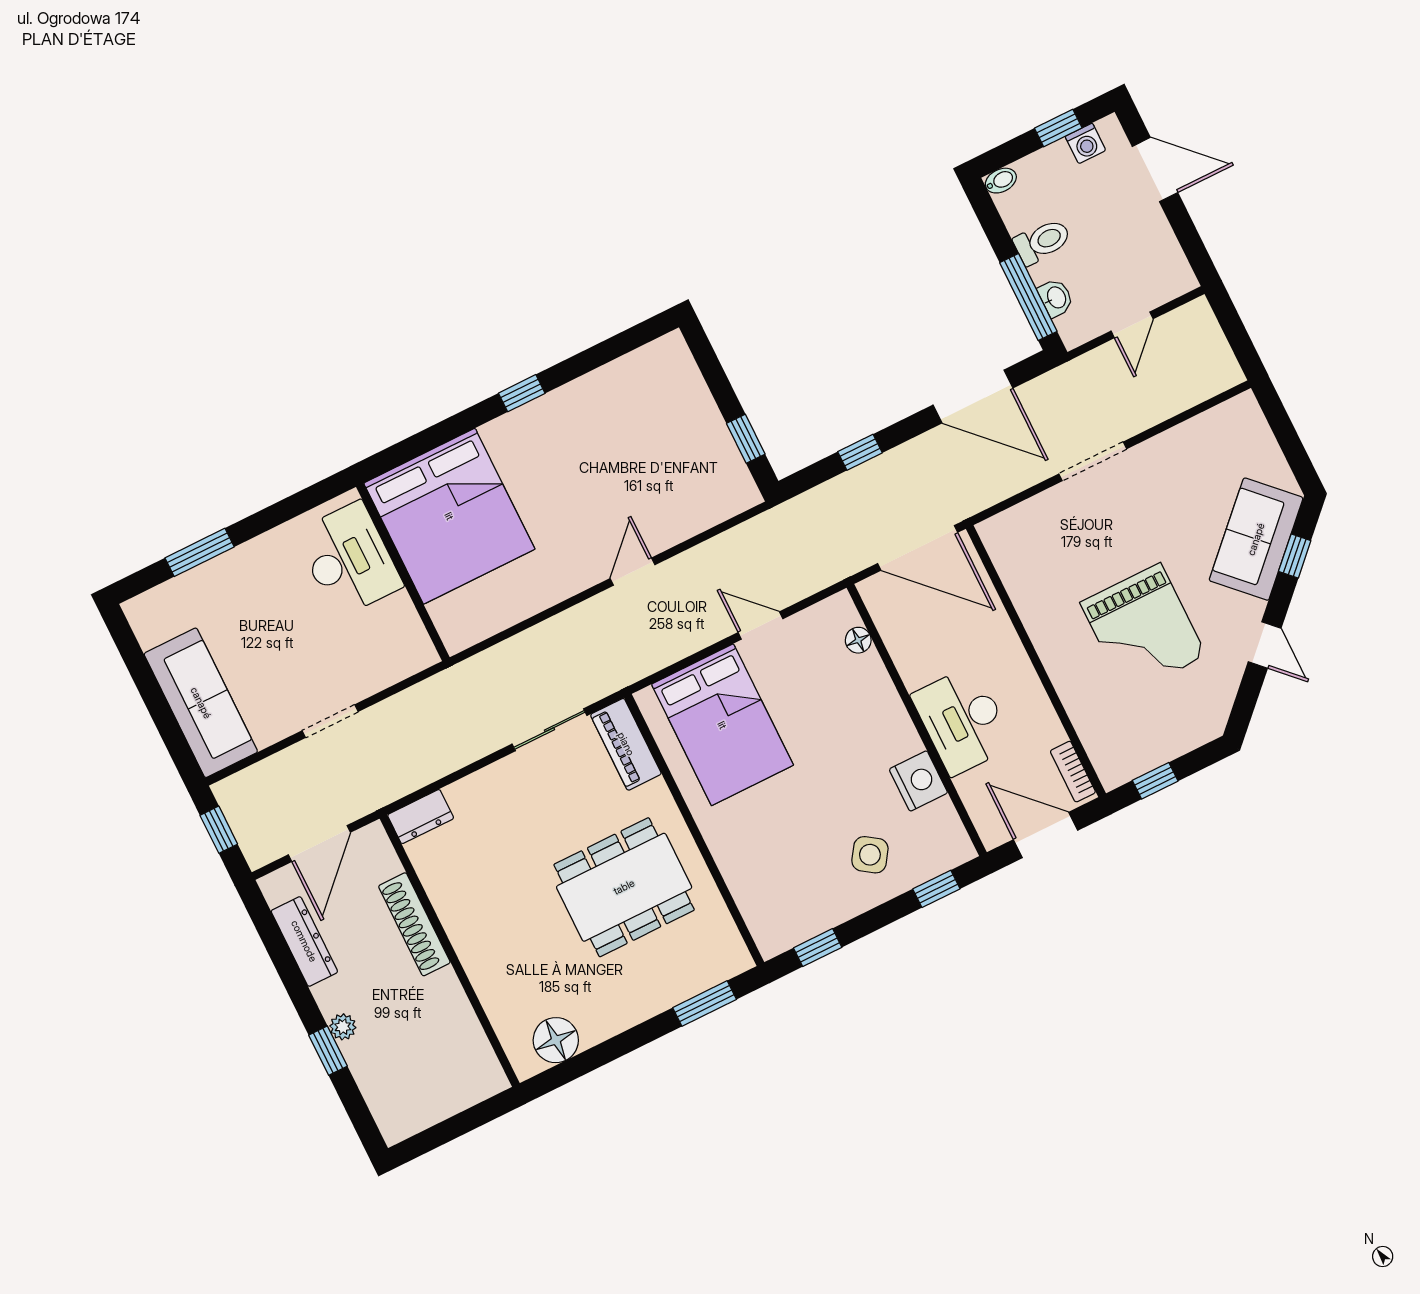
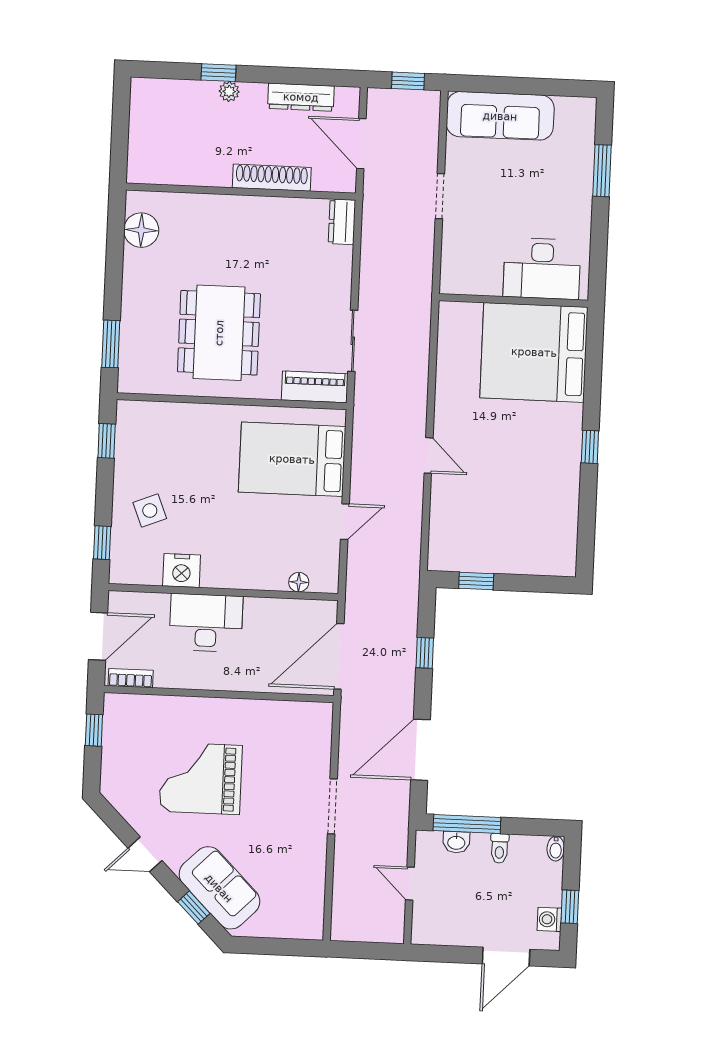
toilet: (1042, 241) -> (499, 848), width x0.73, depth x0.72
side table: (870, 855) -> (150, 511), turned 34

